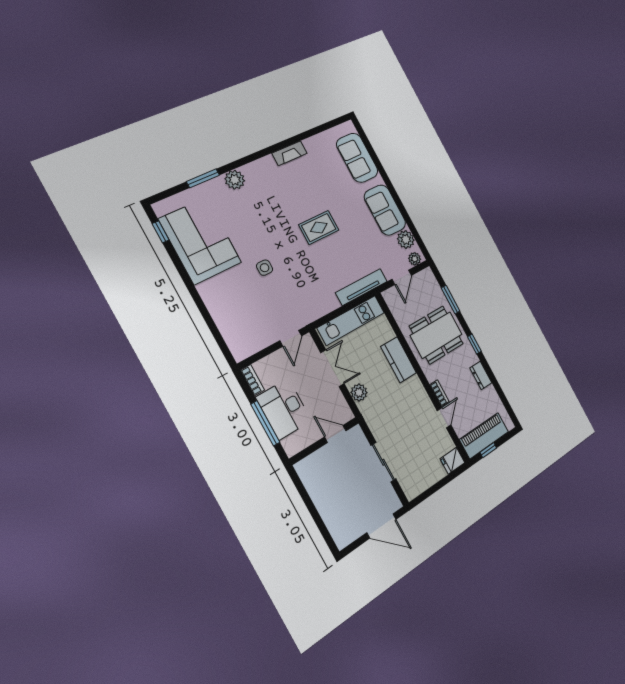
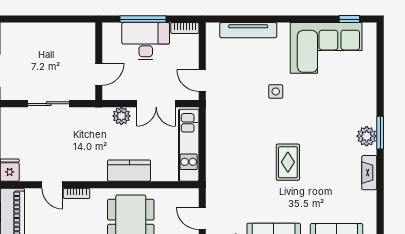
window: (203, 178) -> (380, 133), moved
plant: (235, 180) -> (367, 136), moved
tv unit: (362, 287) -> (248, 30), moved, turned 90

